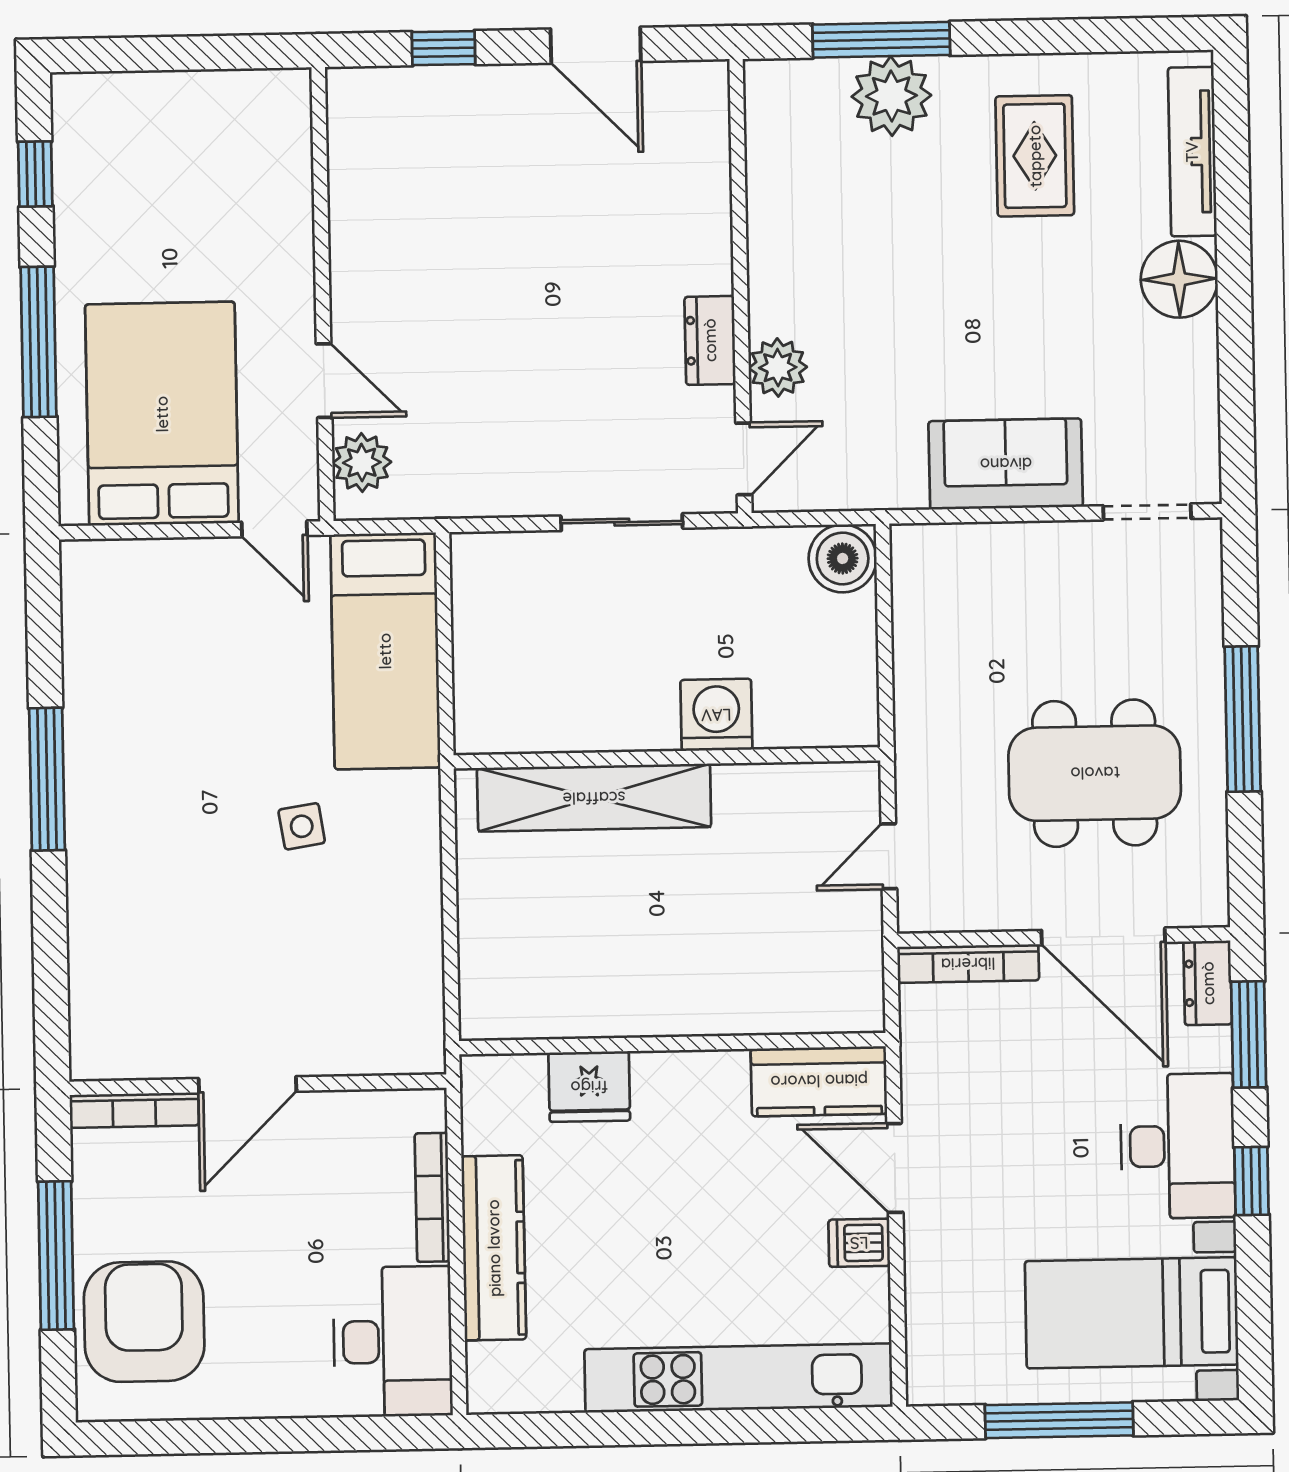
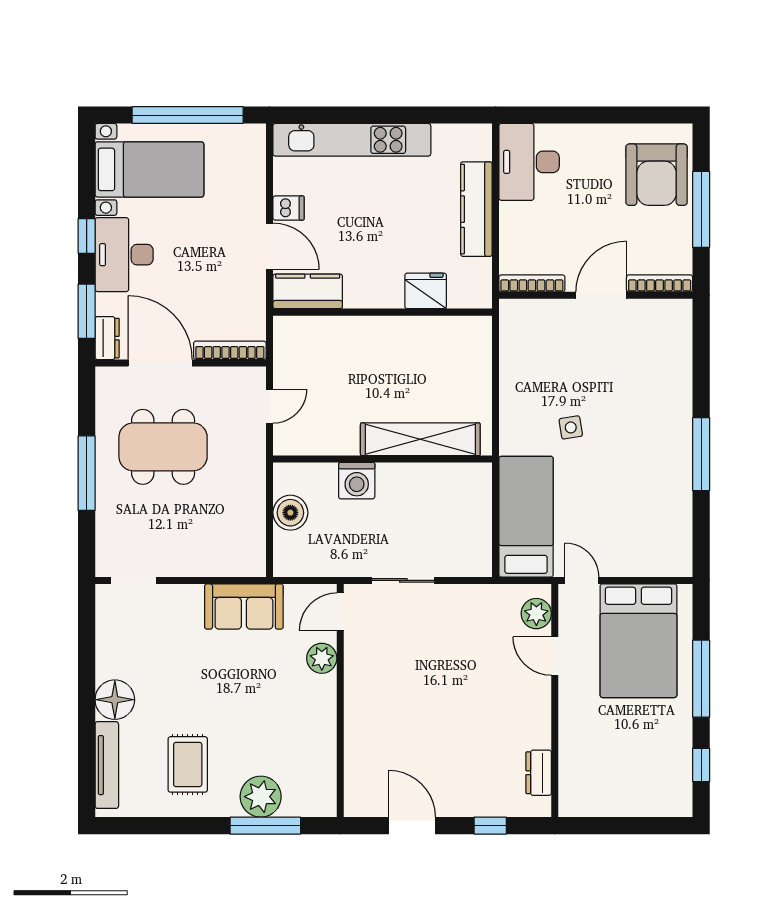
dresser: (710, 340) -> (539, 773), moved, turned 180
sofa: (1006, 464) -> (244, 607), moved
boiler: (843, 558) -> (290, 513), moved
bookcase: (432, 1197) -> (532, 283), moved, turned -90
window: (1059, 1420) -> (188, 115), width x1.46

